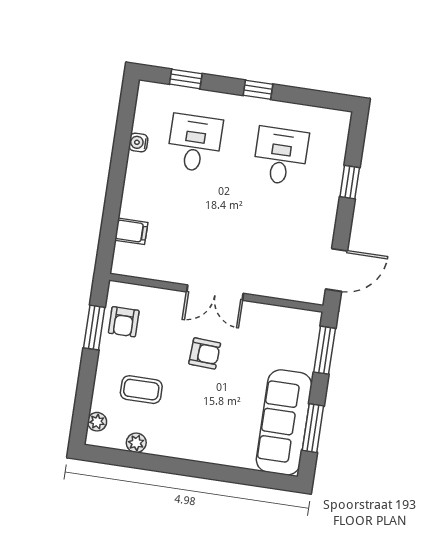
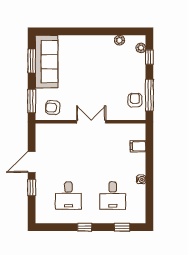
water cooler: (138, 143) -> (141, 179), moved
door: (337, 270) -> (32, 162), moved
window: (94, 328) -> (149, 95), width x1.44
armchair: (205, 353) -> (53, 108), moved
coffee table: (141, 390) -> (121, 67), removed
window: (83, 402) -> (149, 57), added

